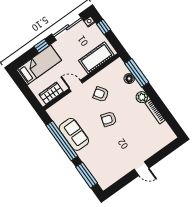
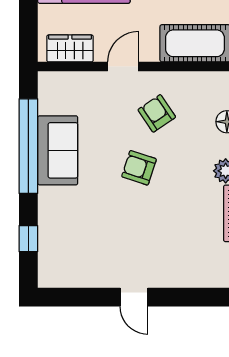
door: (76, 86) -> (123, 67), hinge flipped
window: (87, 175) -> (28, 239), width x0.46

